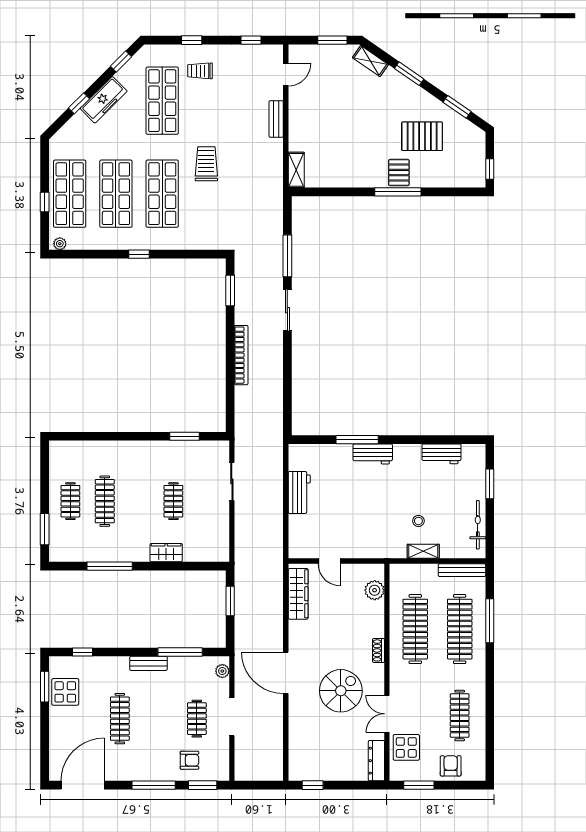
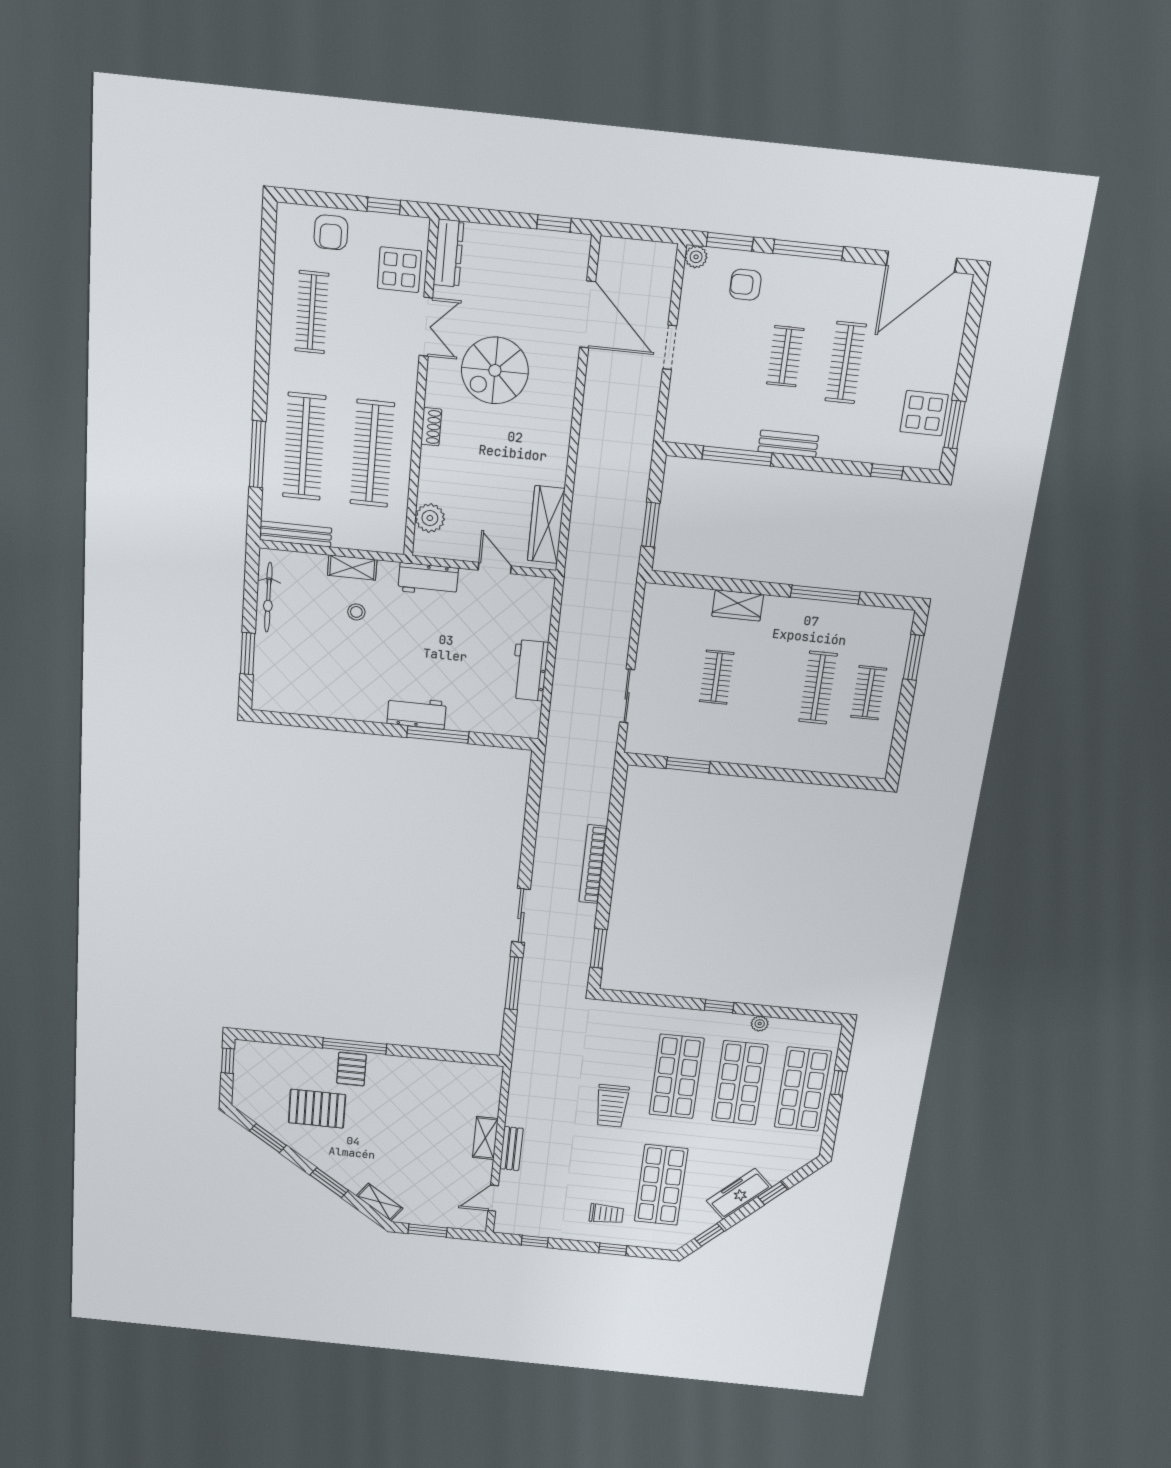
shelving: (296, 170) -> (485, 1138), moved
plant: (60, 244) -> (760, 1024), moved
workbench: (442, 454) -> (428, 579), moved, turned 180
plant: (222, 671) -> (696, 257), moved
door: (286, 673) -> (588, 315), moved
doorway: (232, 717) -> (670, 347), width x0.73
clothes rail: (197, 719) -> (785, 356), moved
window: (419, 785) -> (384, 206), width x0.67

